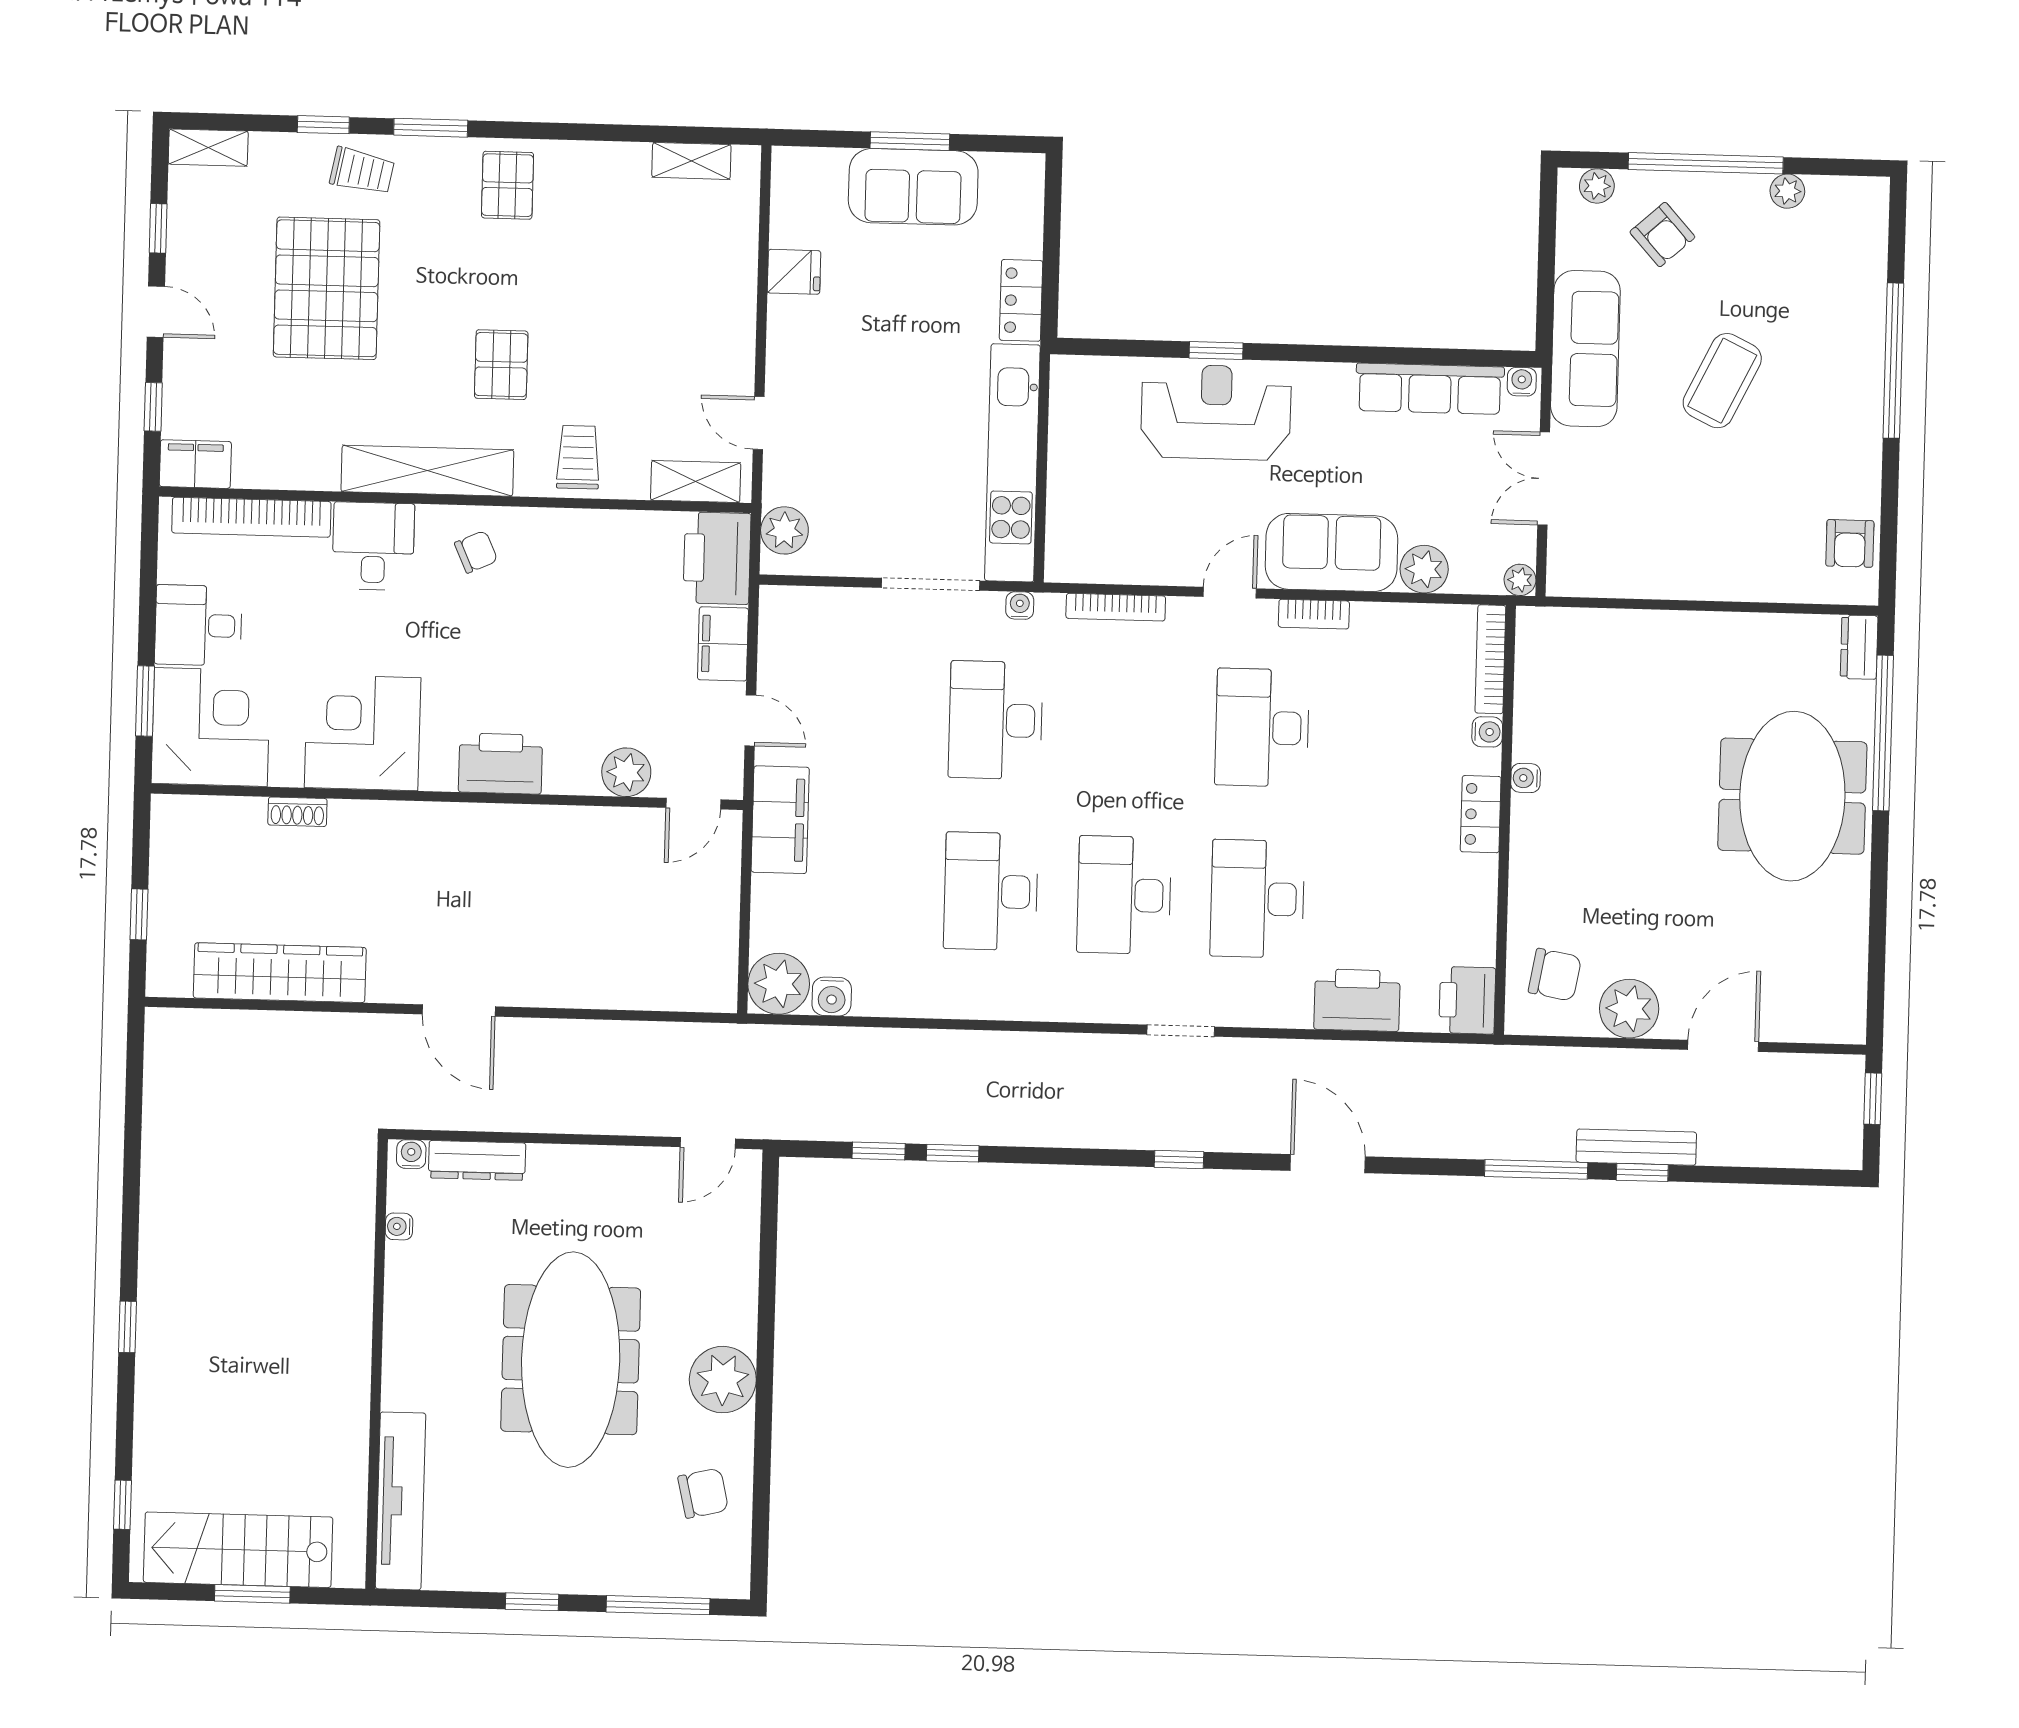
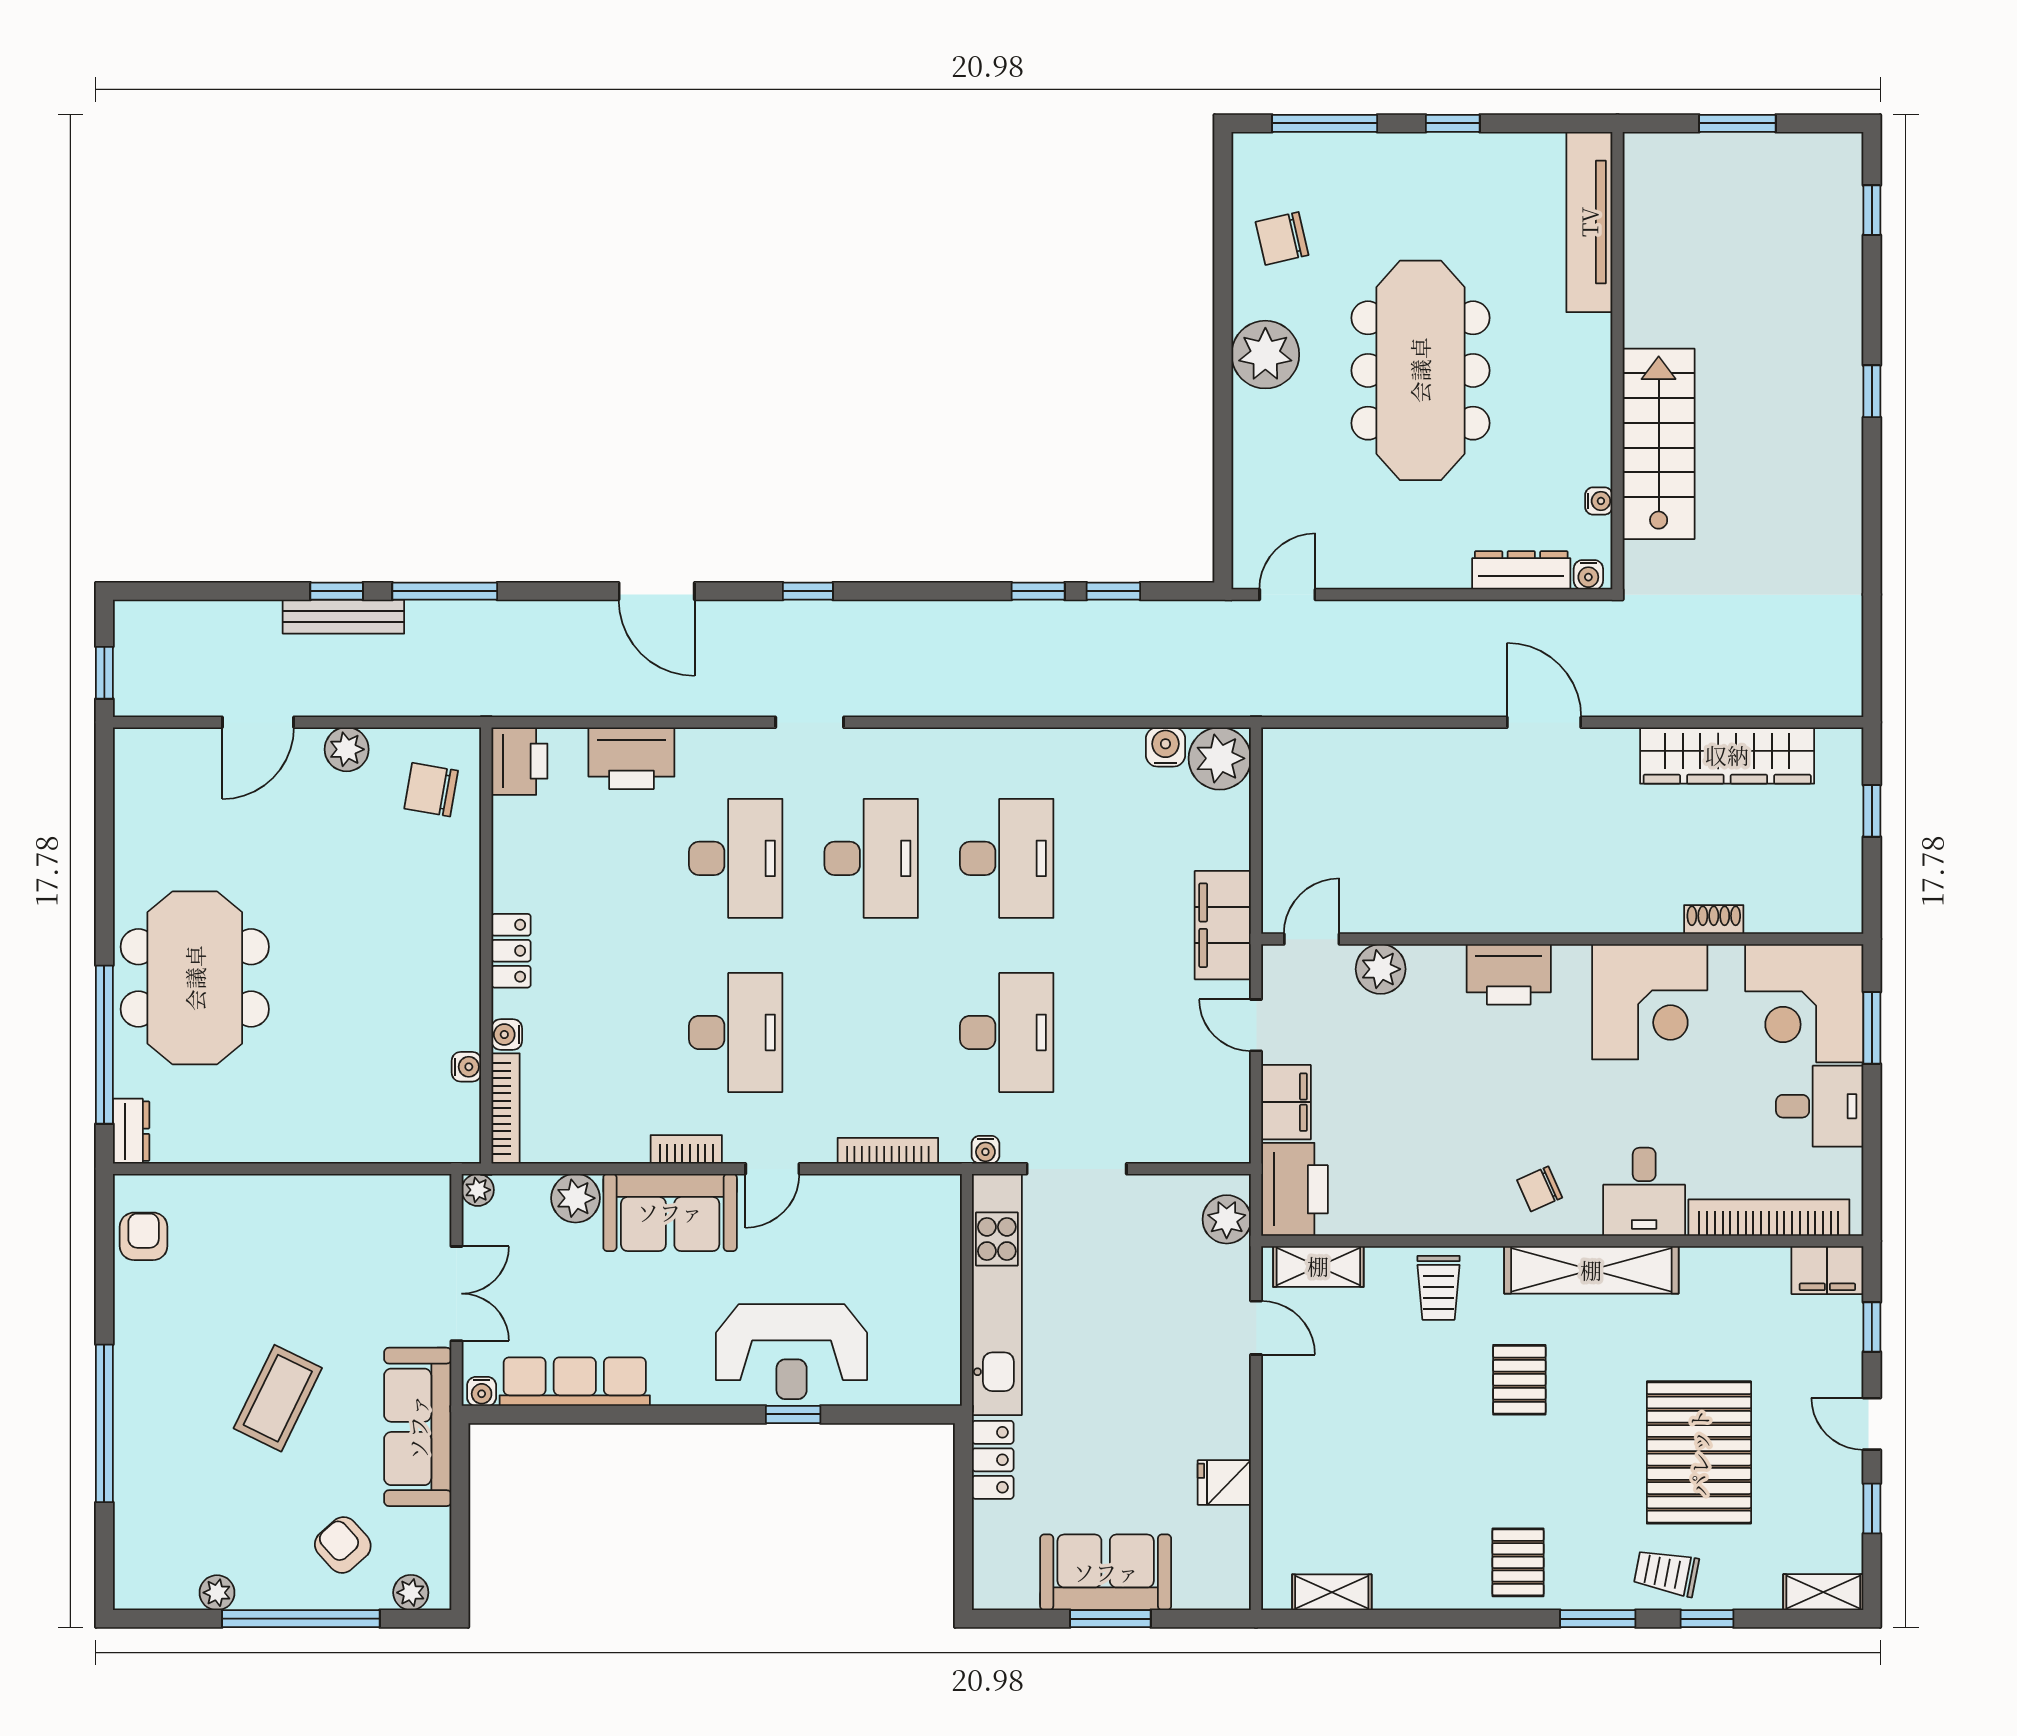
water cooler: (1526, 778) -> (466, 1067), moved
plant: (1629, 1009) -> (347, 749), width x0.73, depth x0.73
stairs: (238, 1550) -> (1659, 444), moved, turned -90

